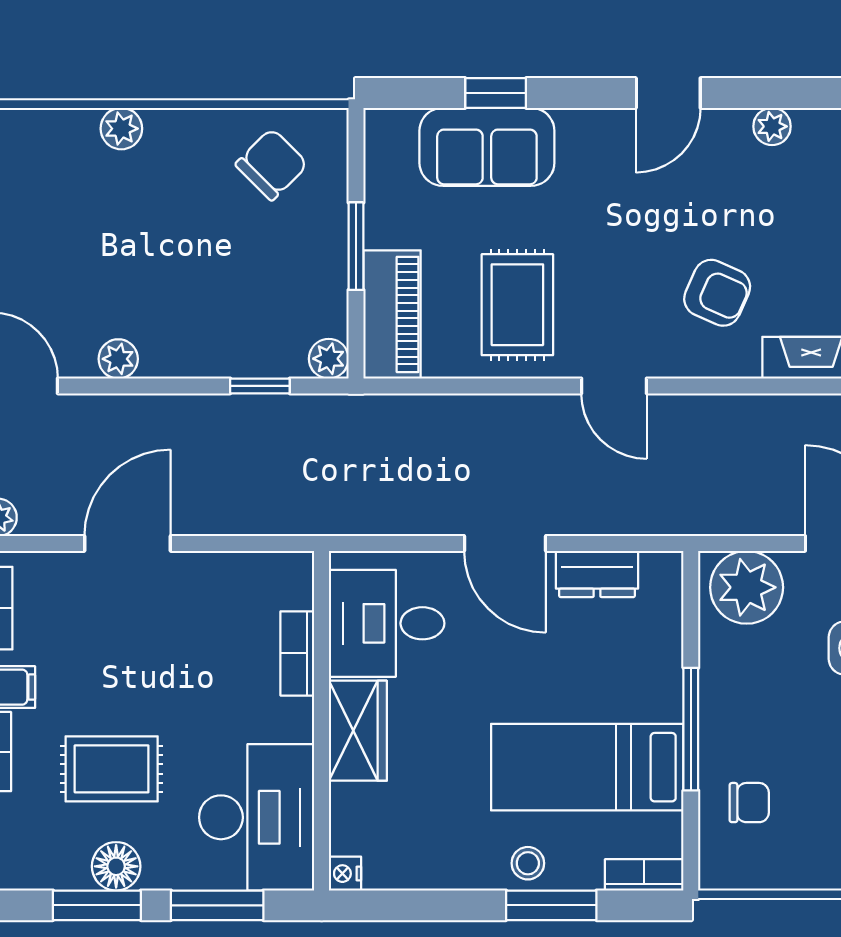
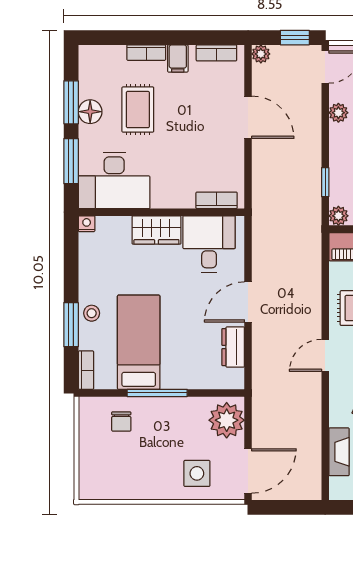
bookcase: (297, 653) -> (217, 200), moved

